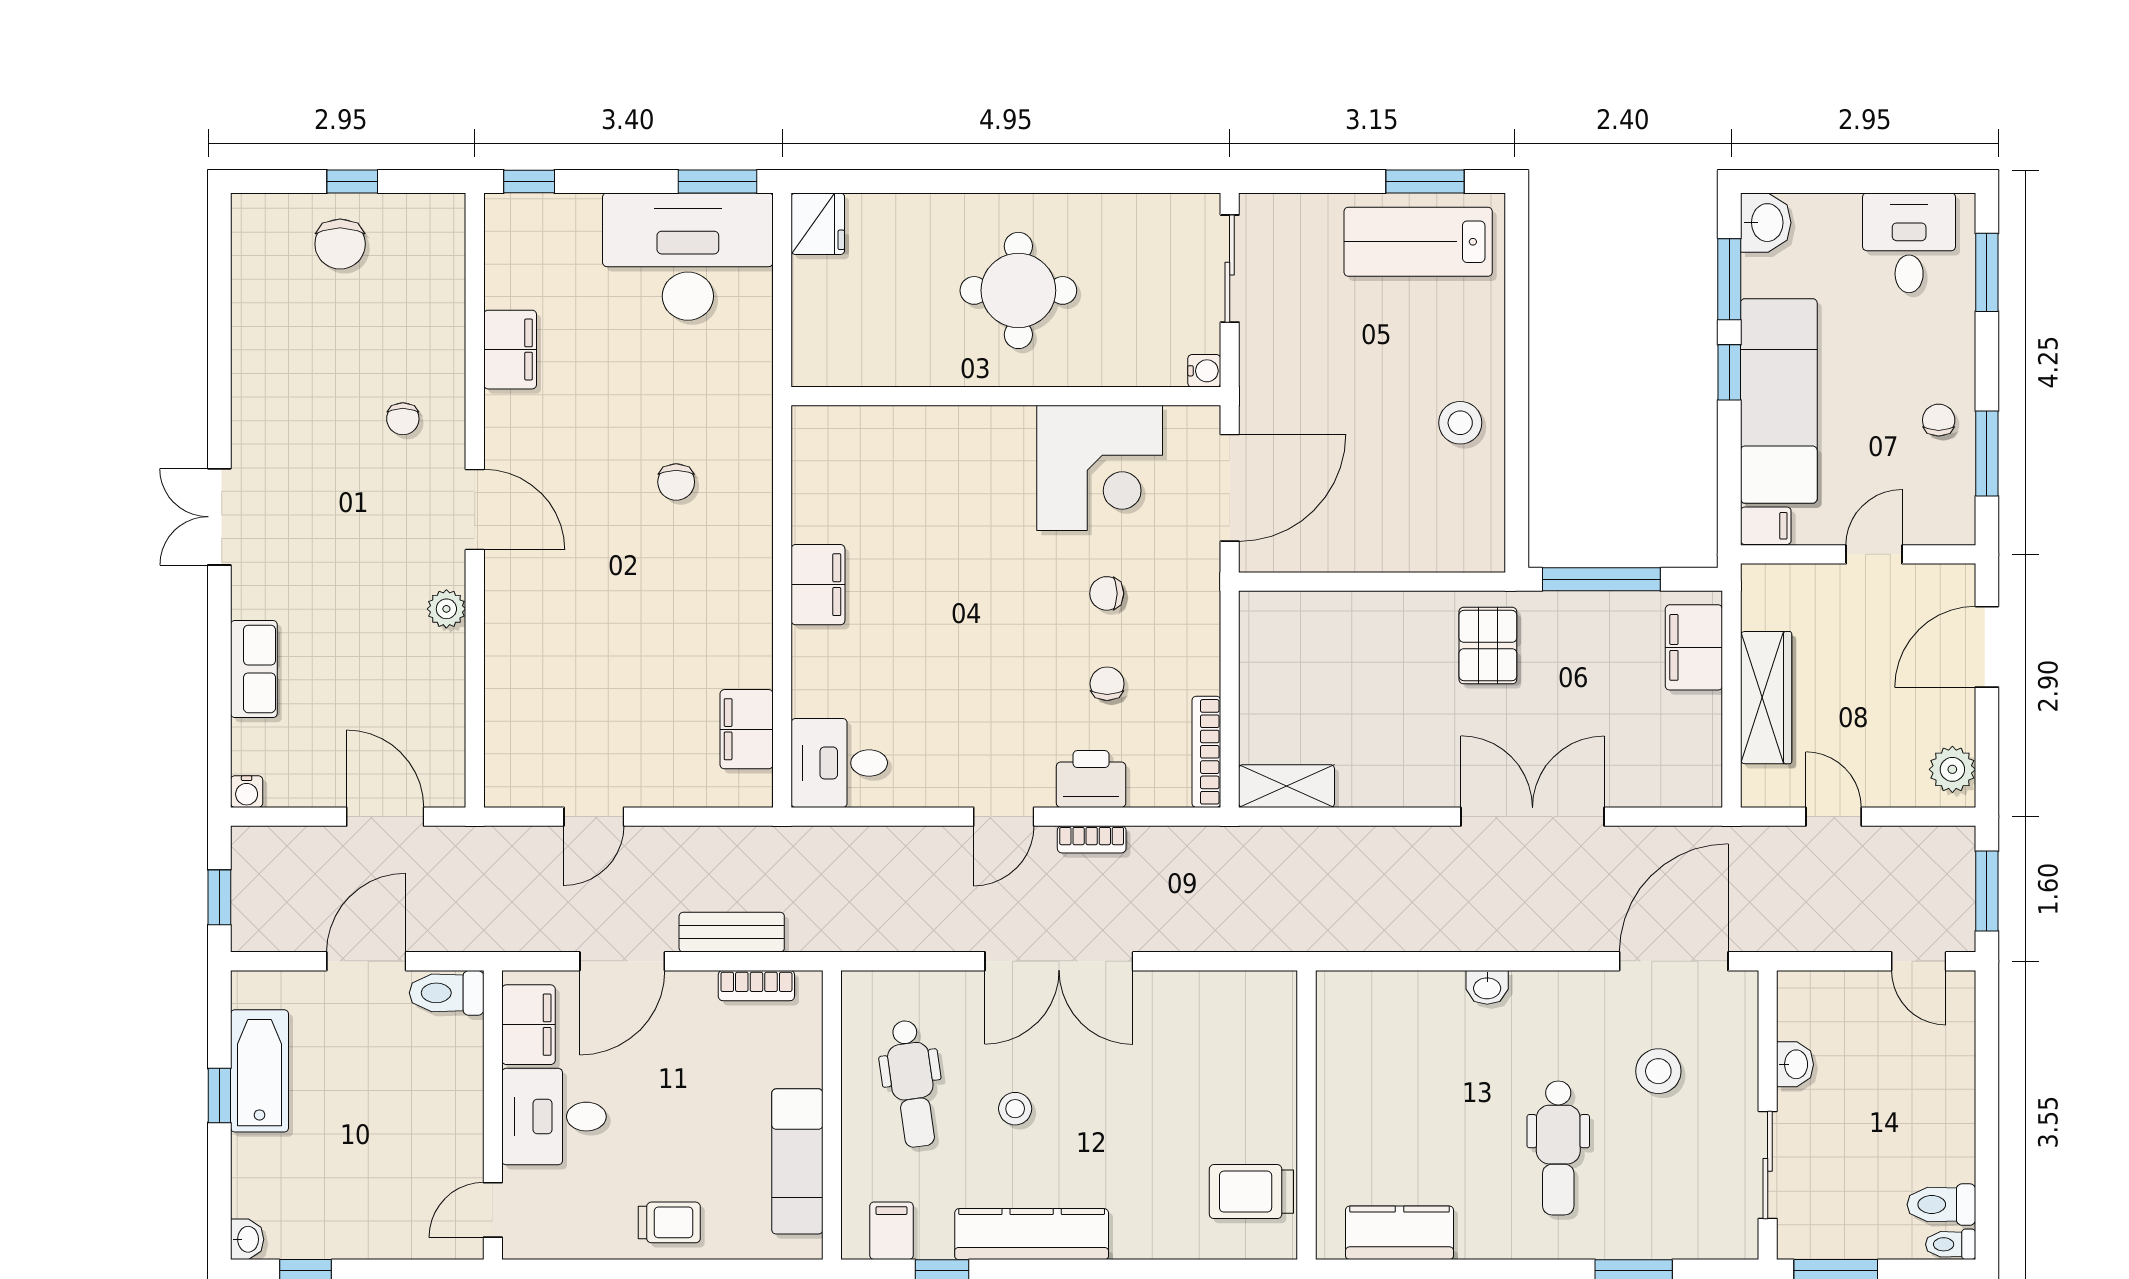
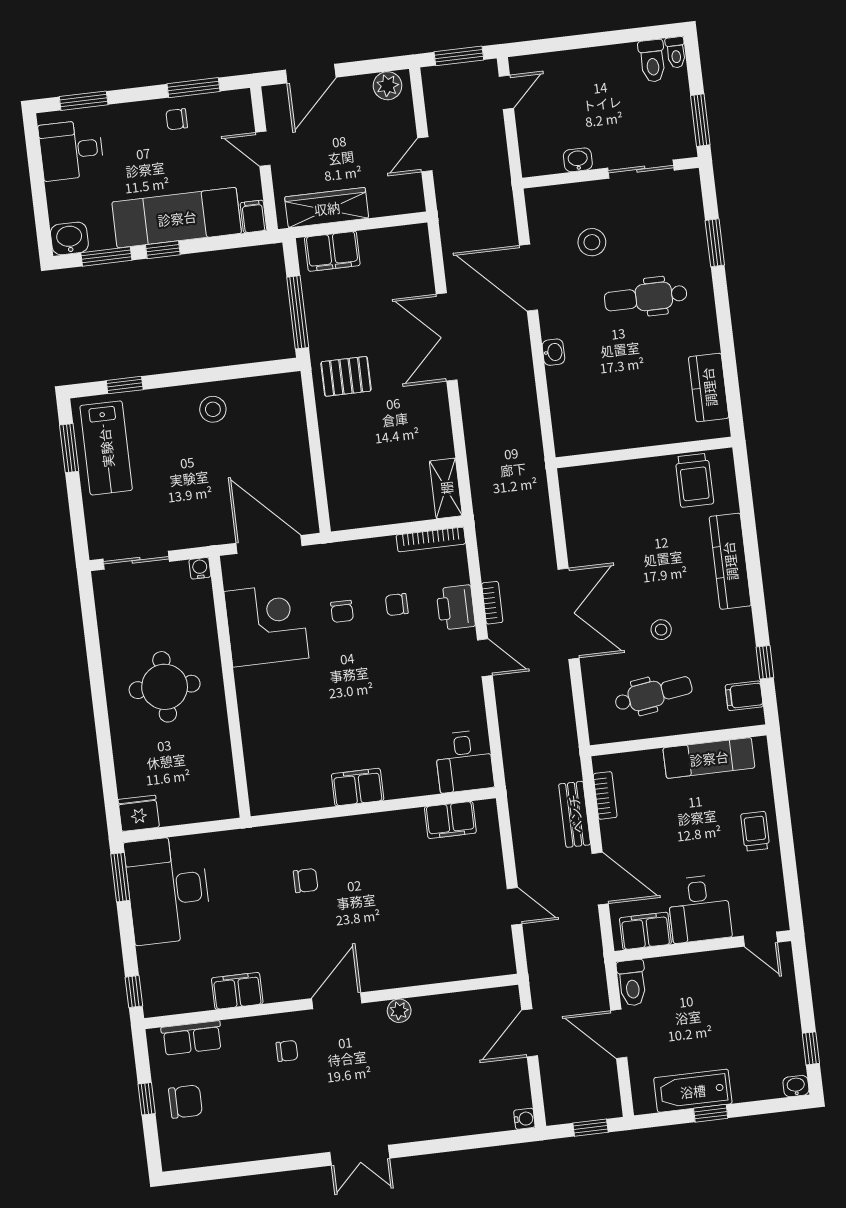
window: (1517, 284) -> (125, 385), added
door: (1987, 647) -> (311, 74), hinge flipped
row of seats: (254, 669) -> (192, 1038), moved, turned 180
wardrobe: (1766, 698) -> (327, 208), moved
door: (1674, 961) -> (529, 278), moved
dental chair: (1558, 1148) -> (646, 297), turned 180
kitchen counter: (1032, 1234) -> (730, 561), moved

